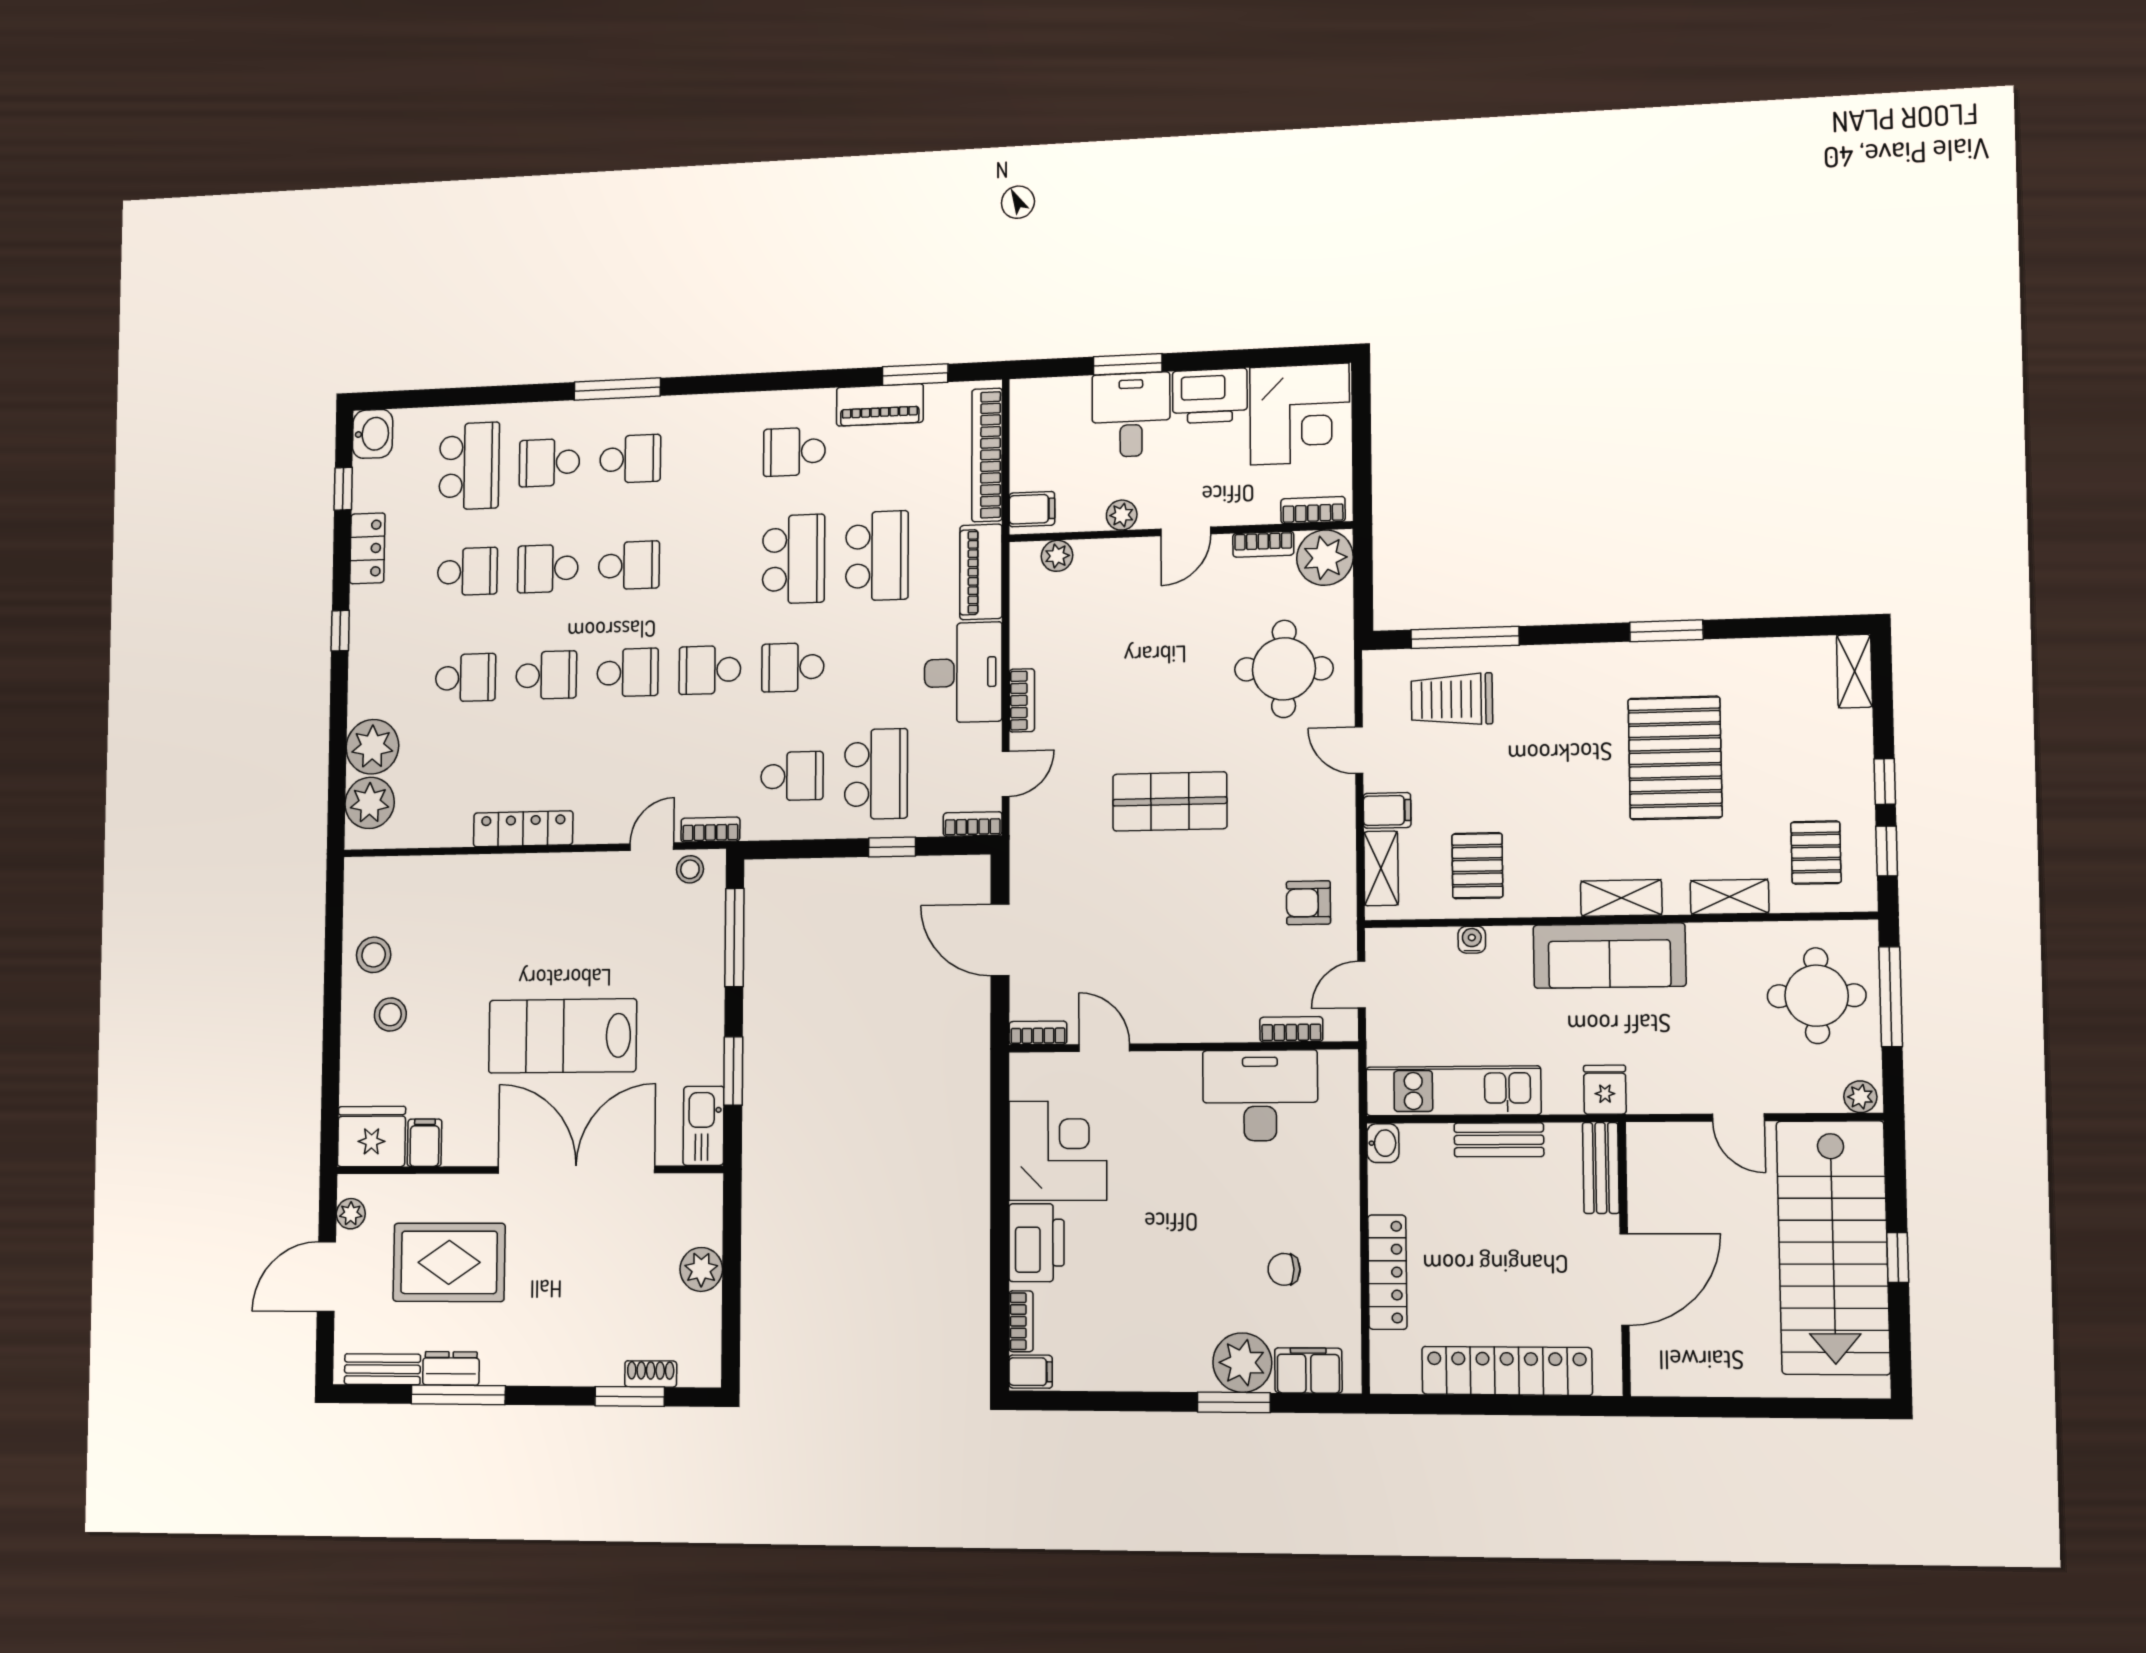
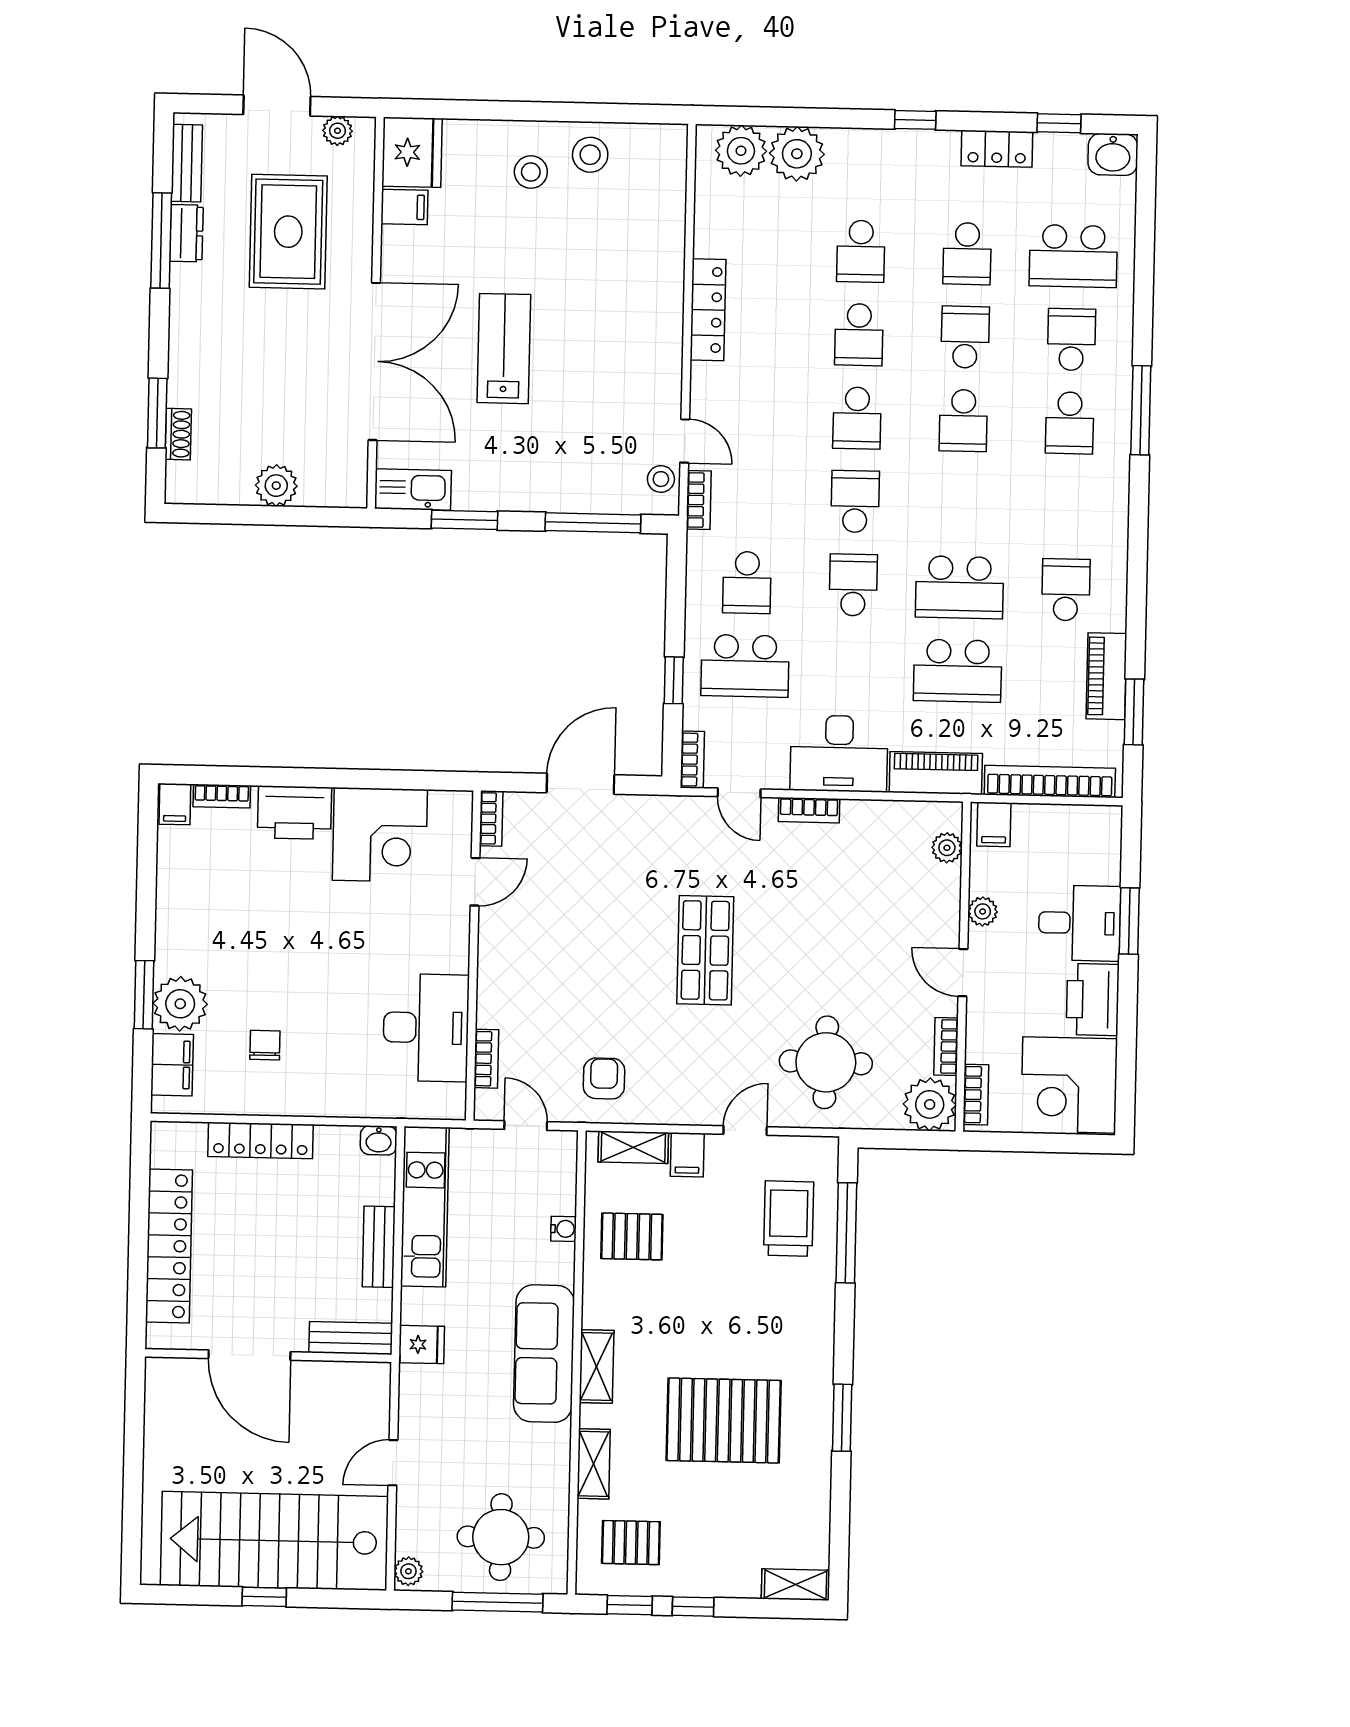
lab bench: (562, 1036) -> (504, 349), width x0.73, depth x0.72

